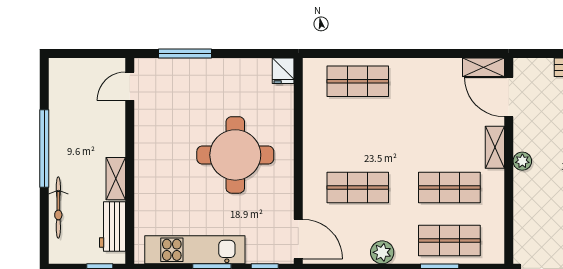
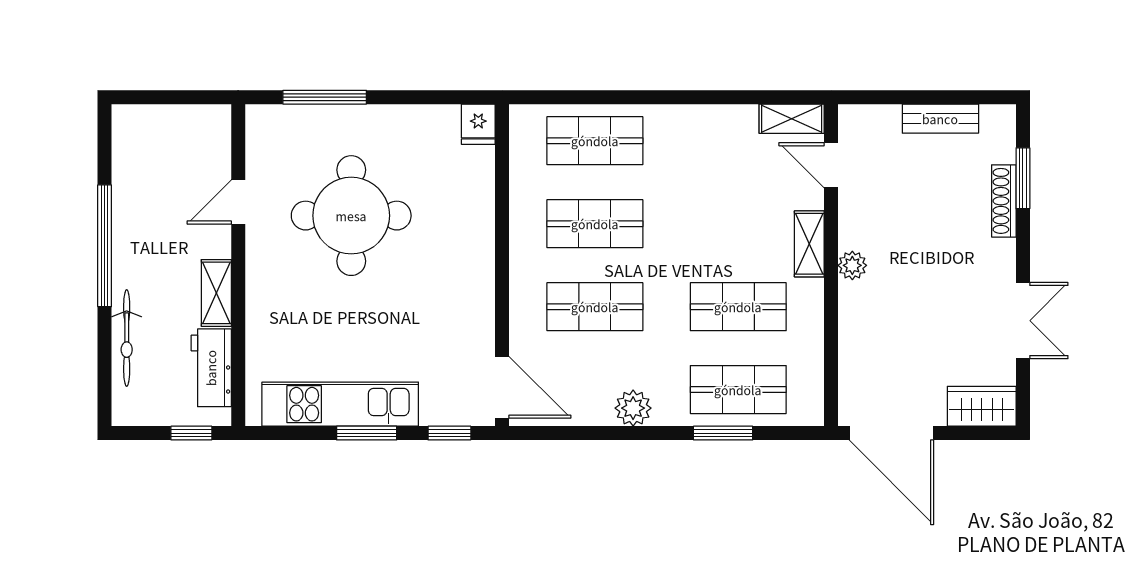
door: (130, 86) -> (238, 202), moved
door: (509, 97) -> (831, 165), width x0.73
shop shelf: (358, 134) -> (595, 224), added
round table: (235, 155) -> (351, 216), moved

